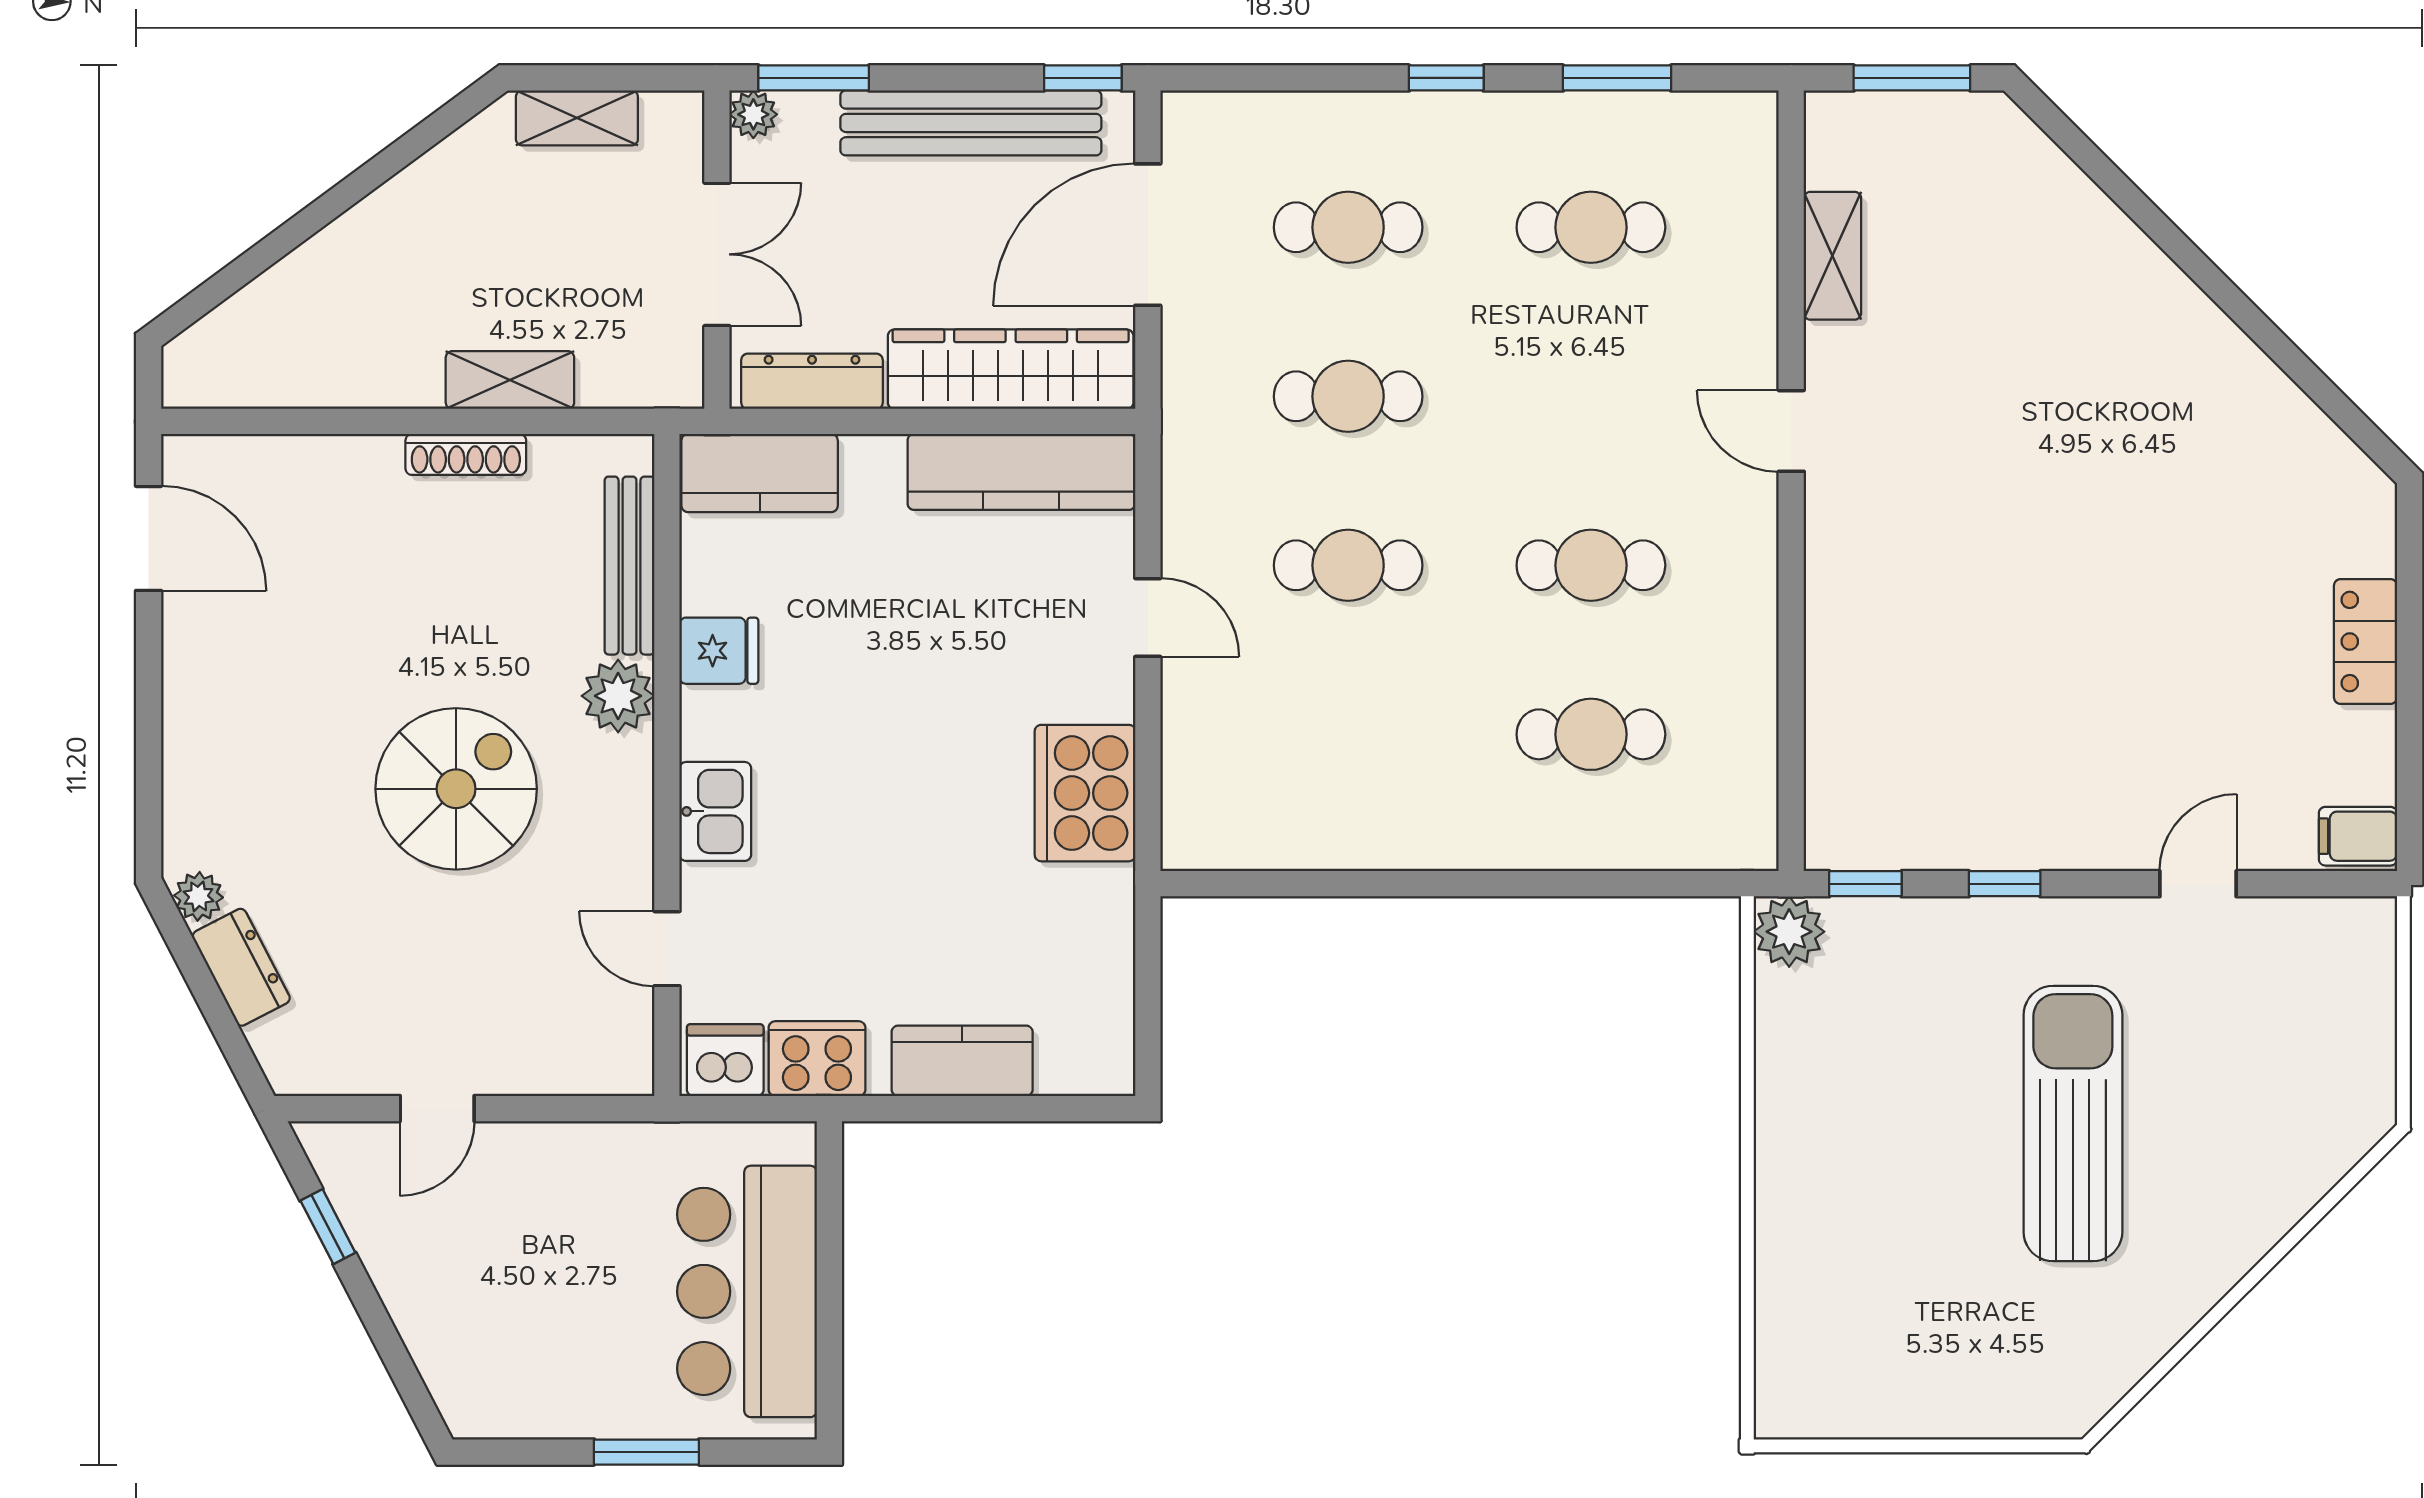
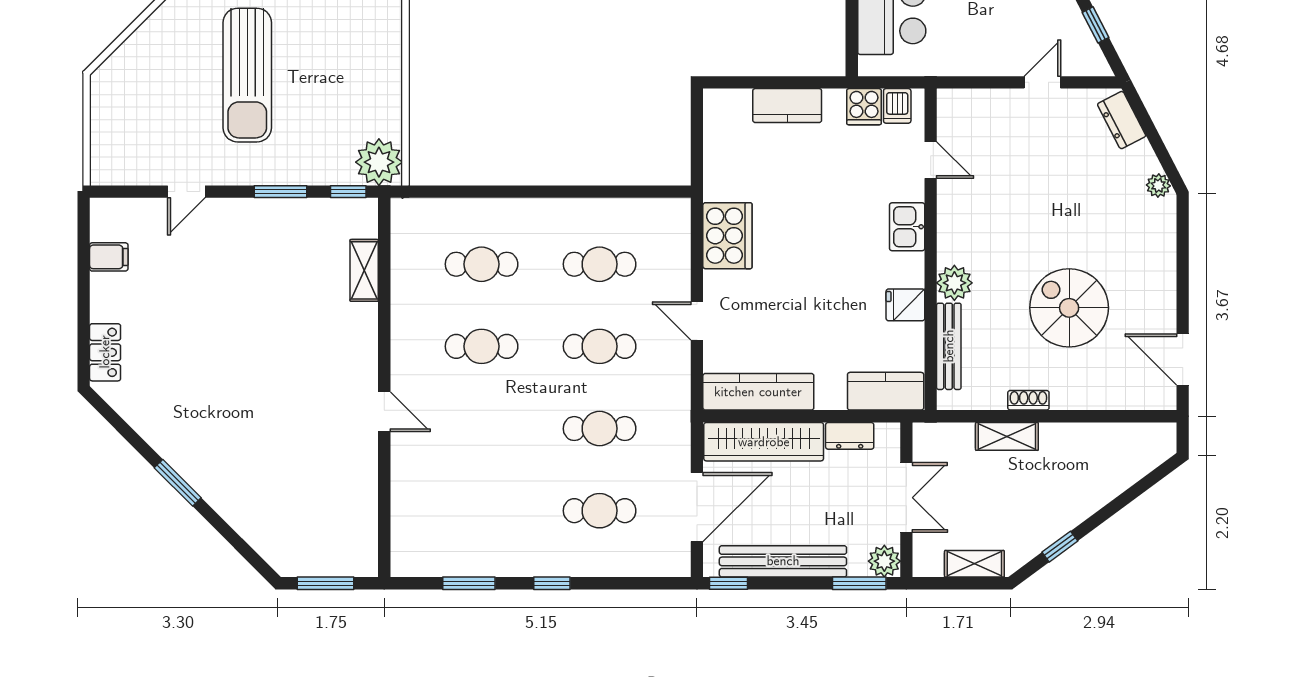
plant: (753, 114) -> (884, 561), width x1.38, depth x1.38
window: (401, 154) -> (1060, 547), added
cafe table: (1591, 227) -> (600, 264), moved
double door: (717, 254) -> (906, 498), swing flipped
shelving: (1832, 256) -> (364, 270), moved
window: (2216, 285) -> (178, 483), added
dresser: (812, 381) -> (850, 436), width x0.70
shoe rack: (466, 454) -> (1028, 400), width x0.70
locker: (2366, 641) -> (105, 352), moved
spiral stairs: (456, 789) -> (1069, 308), moved, turned 90
filing cabinet: (2358, 836) -> (109, 257), moved
window: (2005, 884) -> (280, 192), width x1.50
plant: (1789, 932) -> (379, 162), width x1.36, depth x1.36
dresser: (241, 967) -> (1122, 120), moved
cooker: (817, 1059) -> (864, 107), width x0.73
dishwasher: (725, 1060) -> (897, 106), width x0.73

